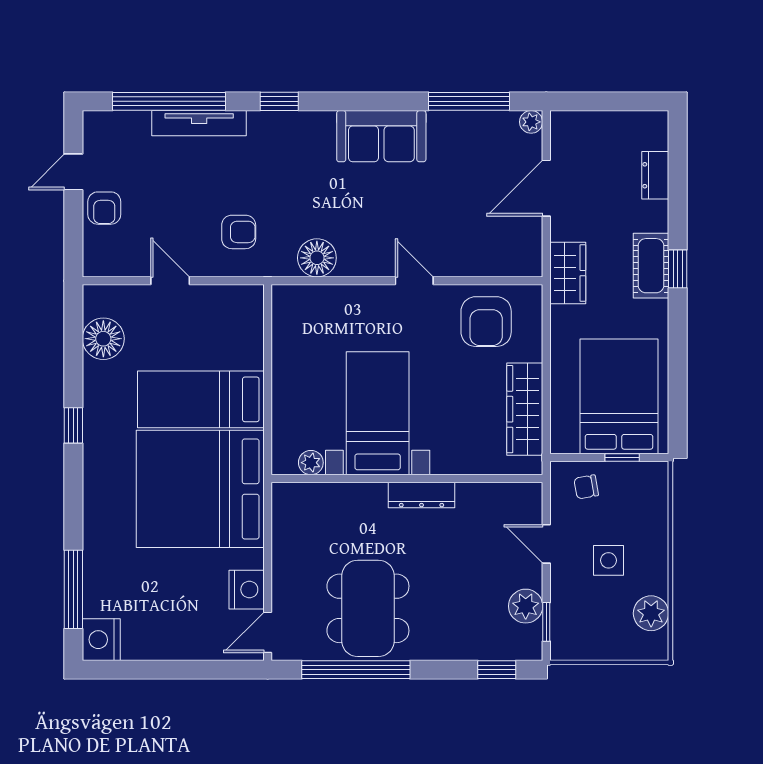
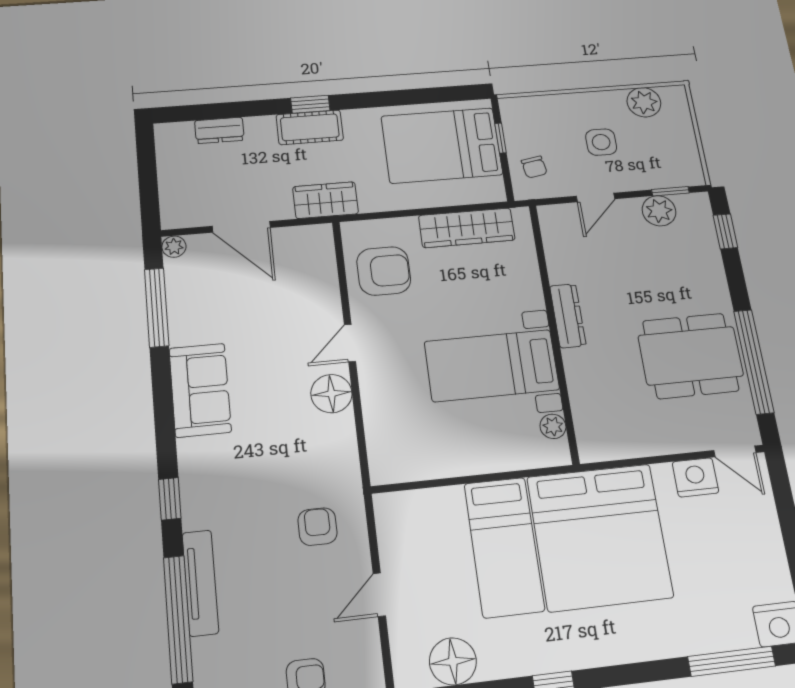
floor lamp: (317, 258) -> (331, 394), moved

